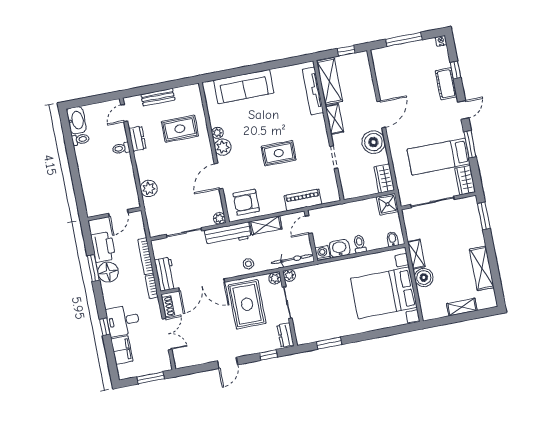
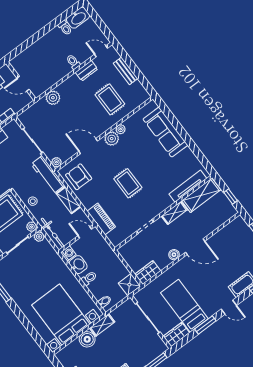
boiler: (373, 142) -> (174, 255), width x0.54, depth x0.54

